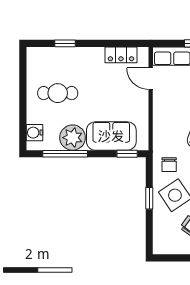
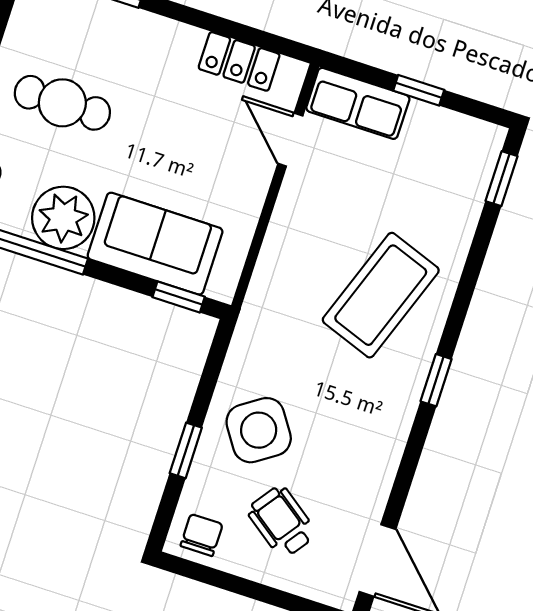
chair: (169, 165) -> (202, 535), moved, turned 180
window: (149, 198) -> (186, 450), moved

